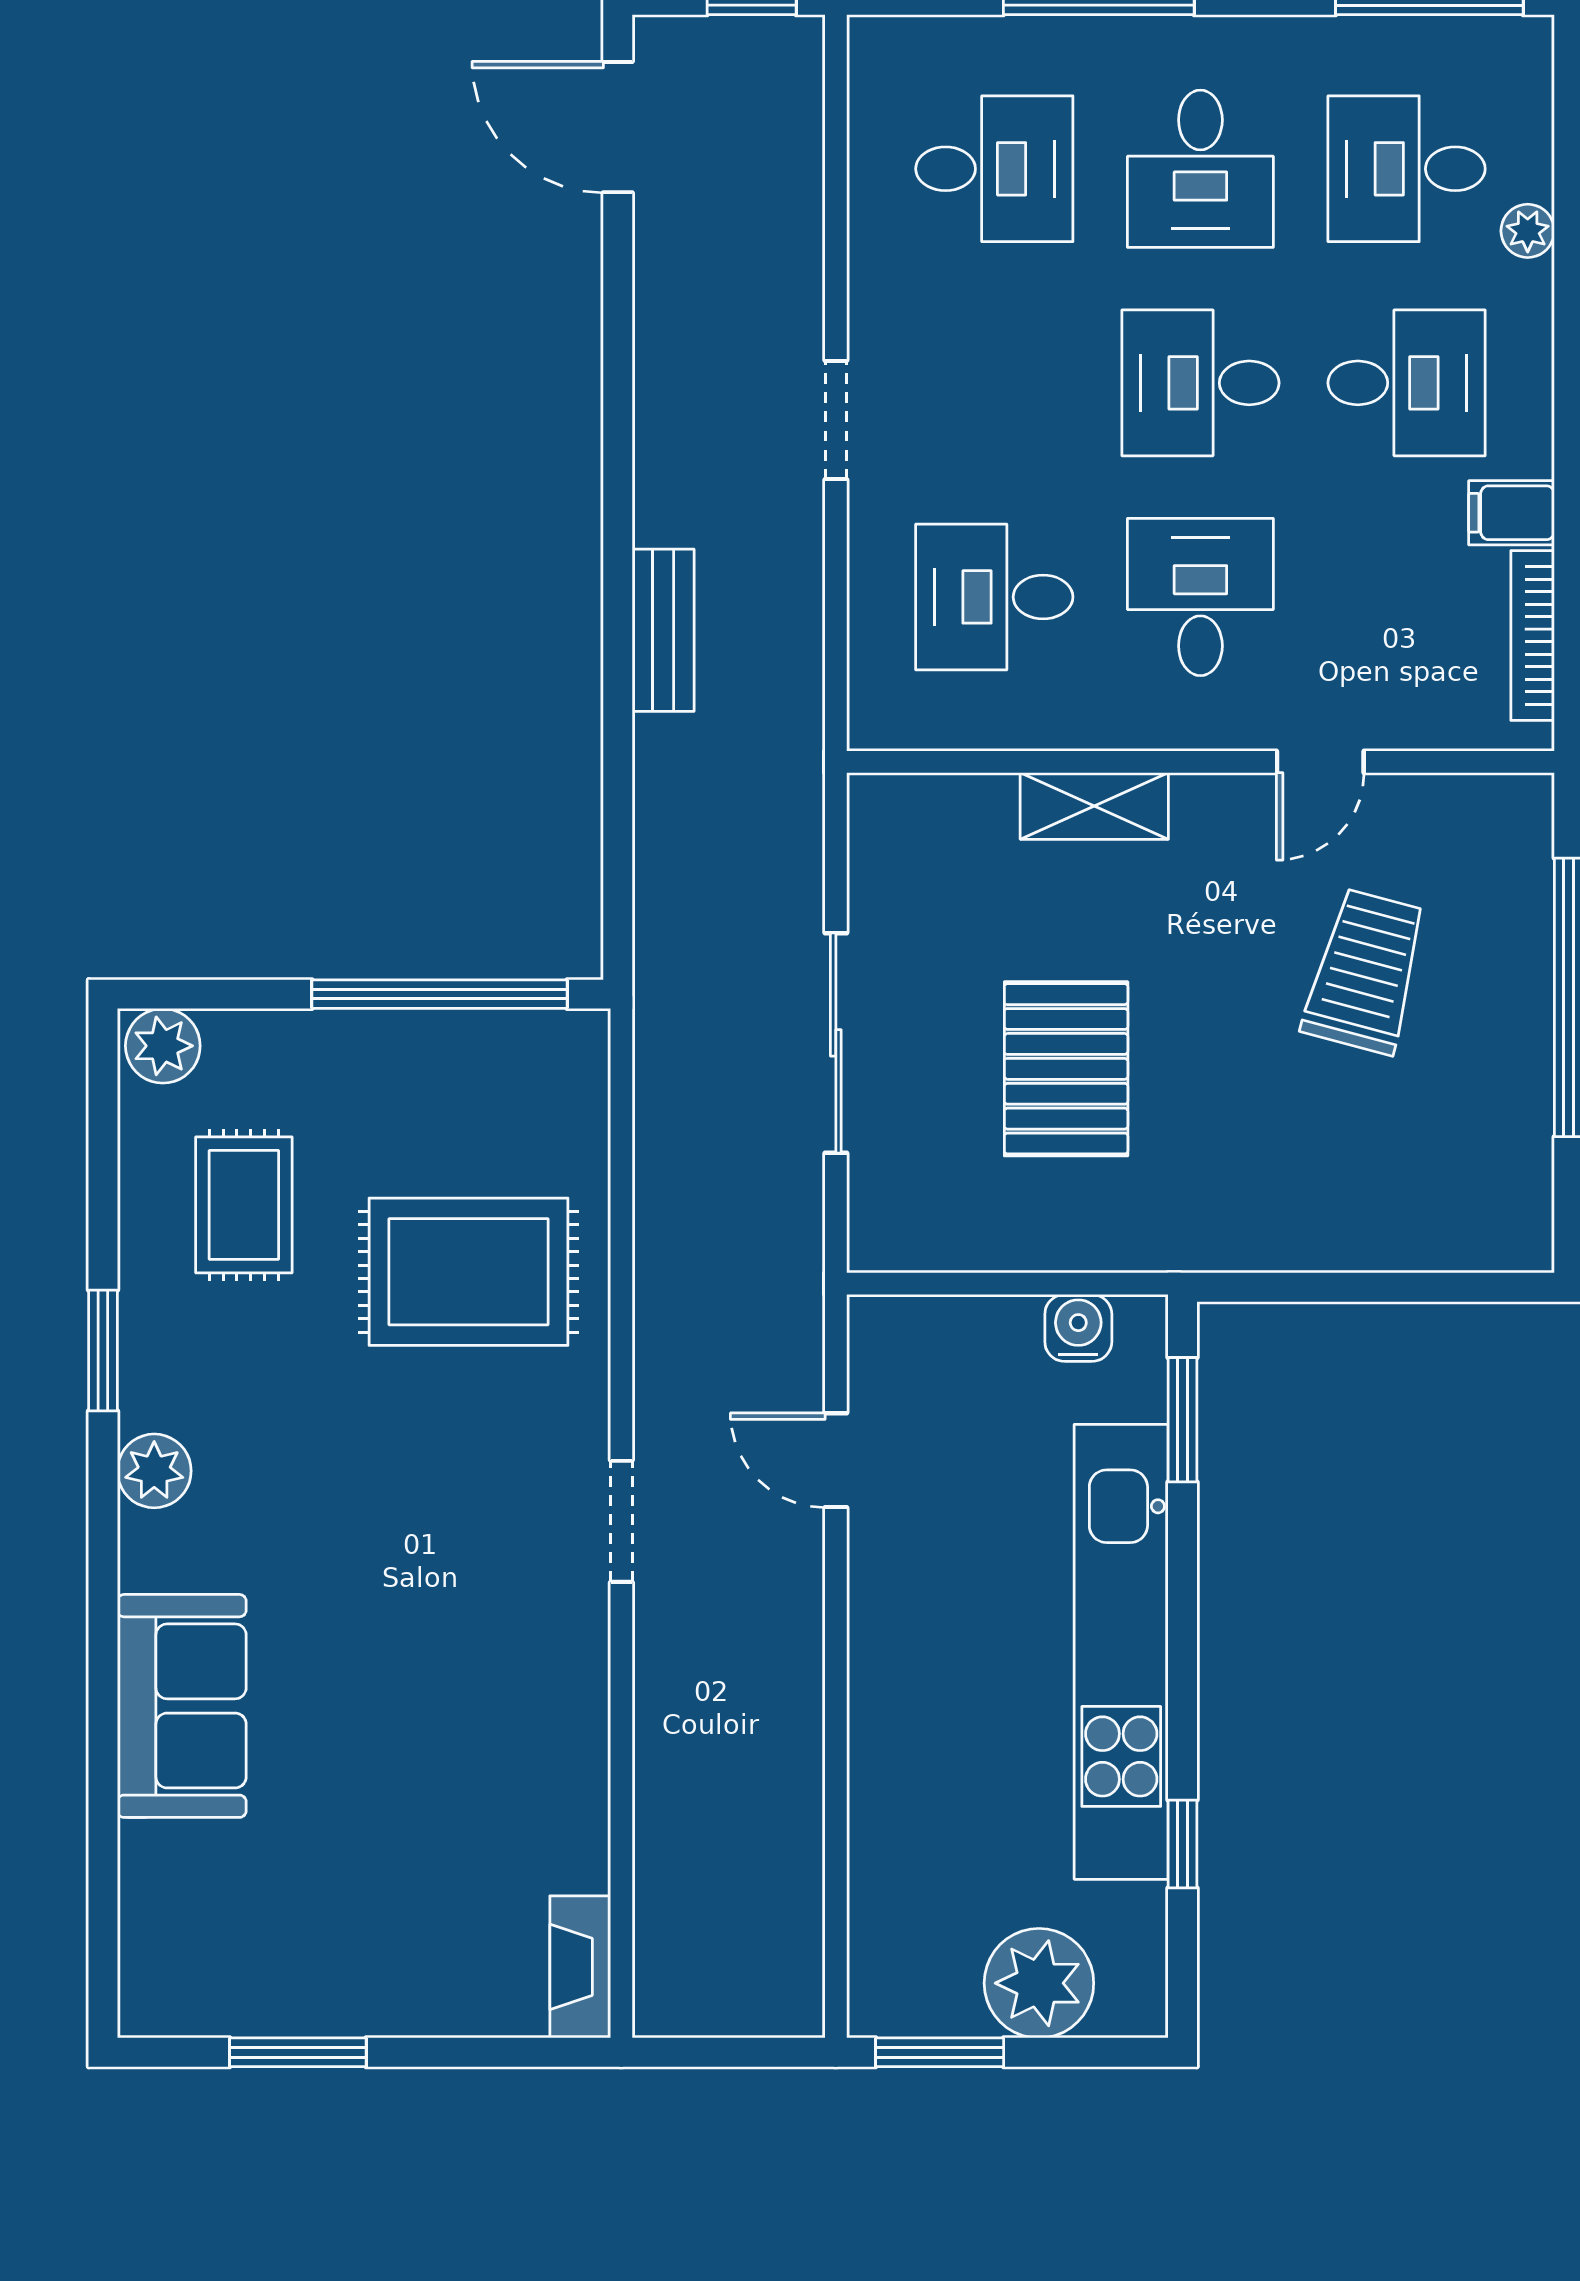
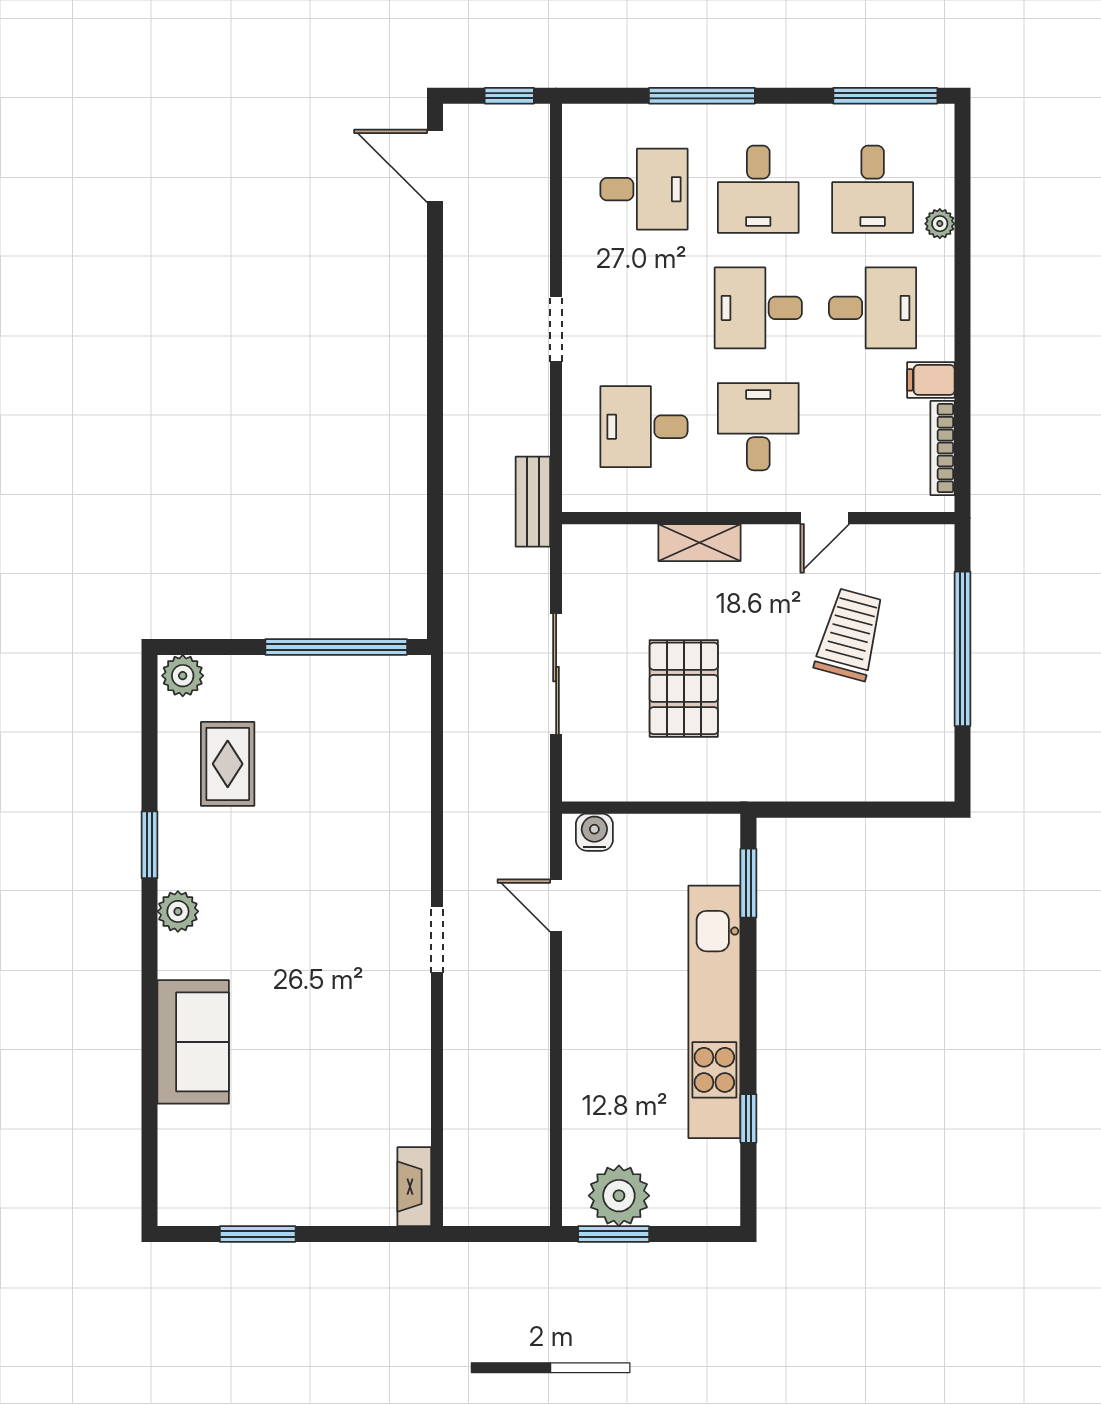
desk: (1407, 169) -> (873, 189), turned -90
bench: (663, 630) -> (533, 502), moved
rug: (468, 1272) -> (352, 801), removed
water cooler: (1078, 1328) -> (594, 832), moved
plant: (1039, 1983) -> (619, 1196), moved

